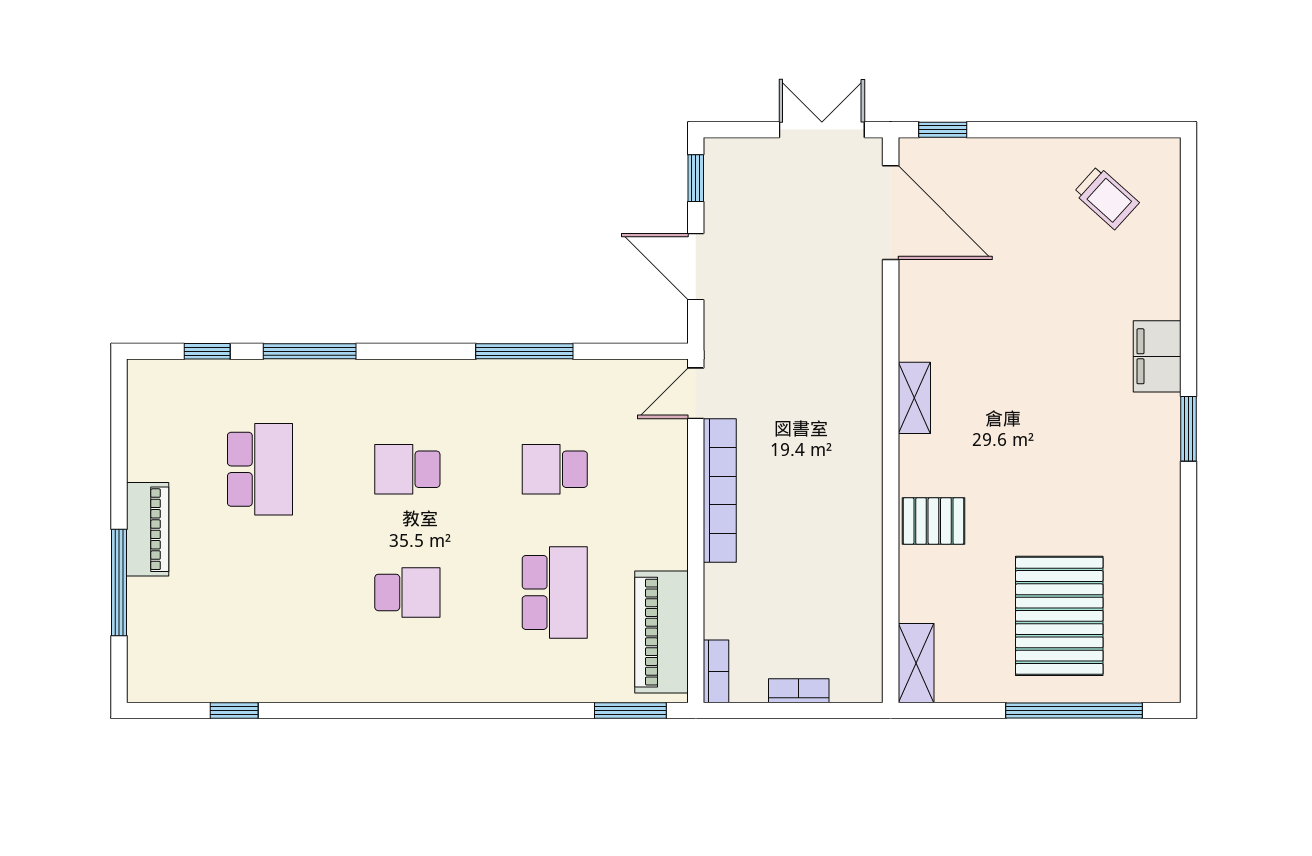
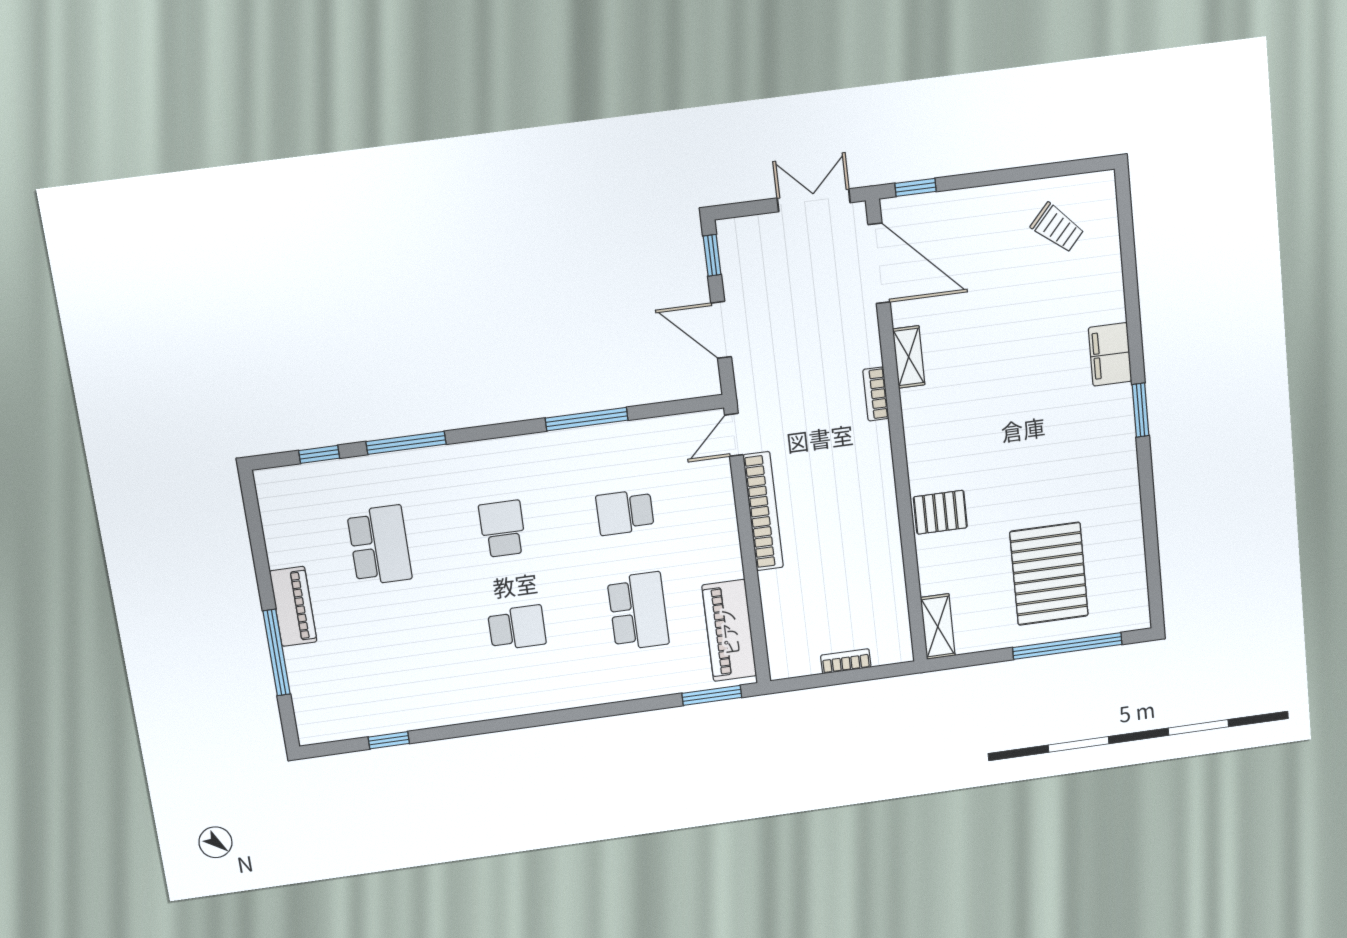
shelving: (914, 398) -> (909, 357), moved
school desk: (407, 469) -> (503, 529), turned 90
bookcase: (716, 671) -> (876, 394), moved, turned 180

